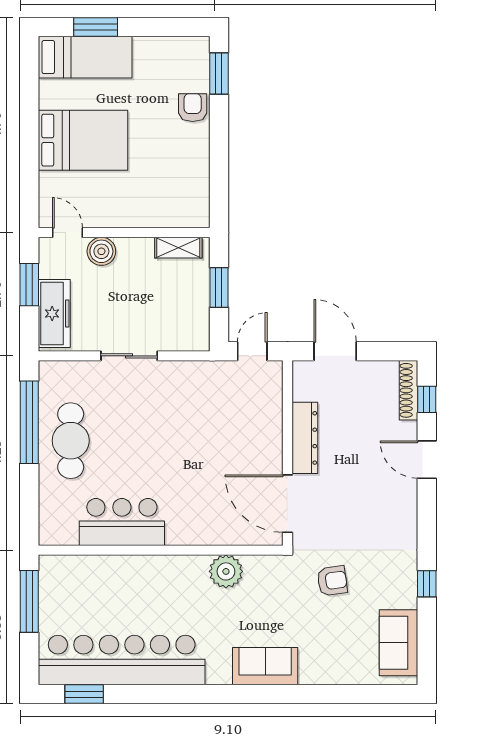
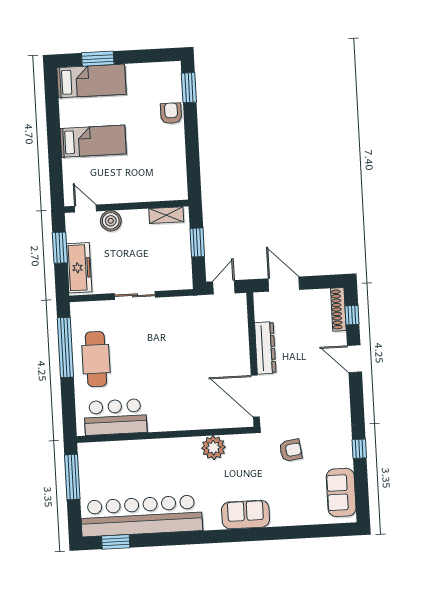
bed: (83, 140) -> (93, 141), width x0.67
bar counter: (122, 522) -> (115, 417), moved

